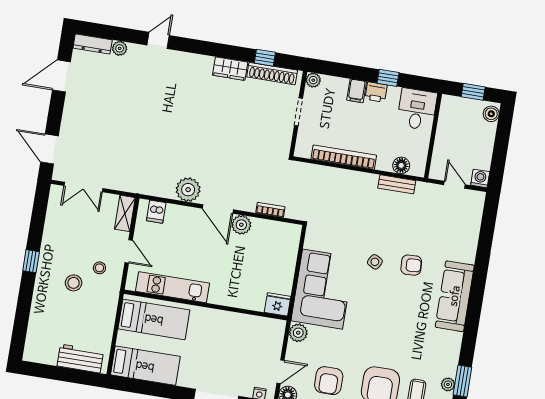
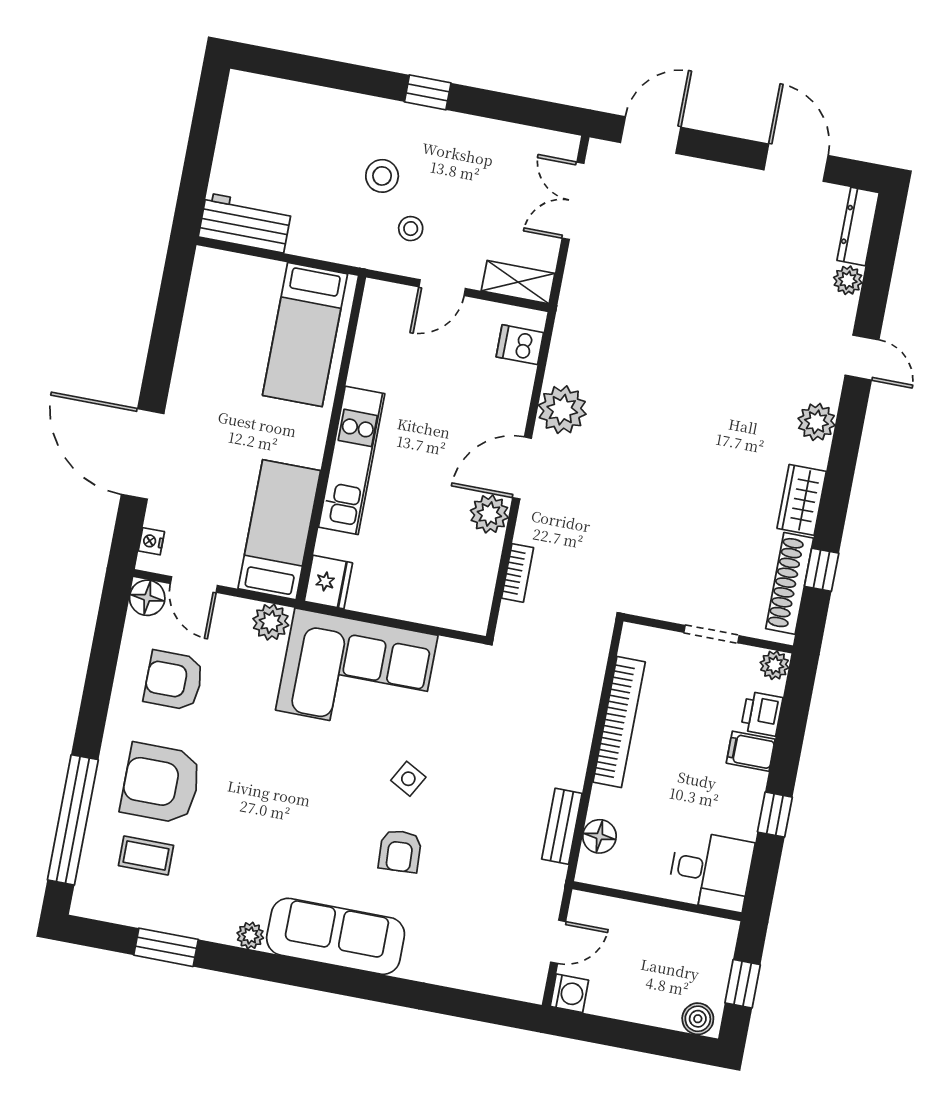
plant: (191, 62) -> (816, 422), added
printer: (376, 92) -> (762, 714), moved
kitchen unit: (173, 287) -> (352, 460), moved
workbench: (80, 359) -> (245, 223), moved, turned -90
bed: (145, 366) -> (279, 530), moved, turned 180
plant: (448, 384) -> (250, 935), moved

